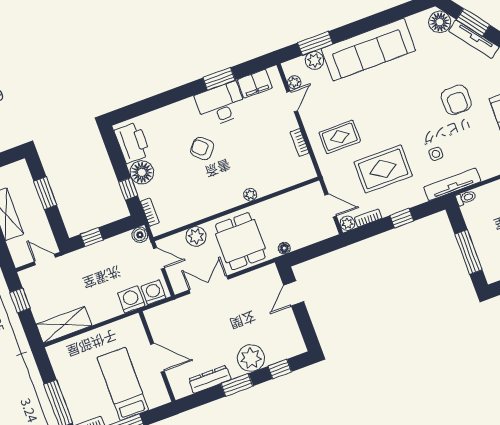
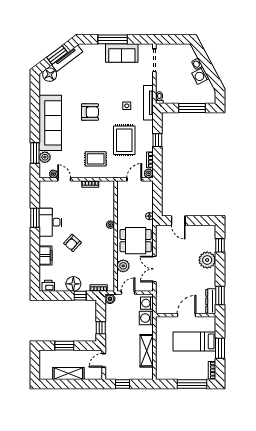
filing cabinet: (255, 84) -> (46, 256), moved
armchair: (456, 100) -> (90, 112), moved
rug: (340, 137) -> (96, 159), turned 90
printer: (132, 143) -> (48, 286), width x0.53, depth x0.68
shelving: (64, 325) -> (147, 351), moved
dresser: (210, 379) -> (211, 301), moved
window: (237, 385) -> (220, 296), moved

